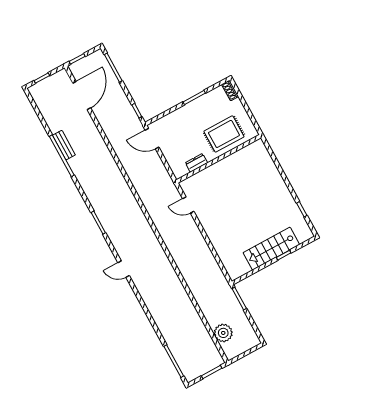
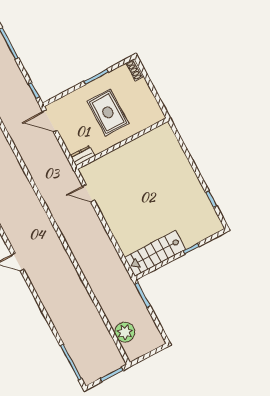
rug: (224, 134) -> (108, 112), moved, turned 90
dresser: (196, 163) -> (82, 156), moved
stairs: (271, 249) -> (155, 253), moved

